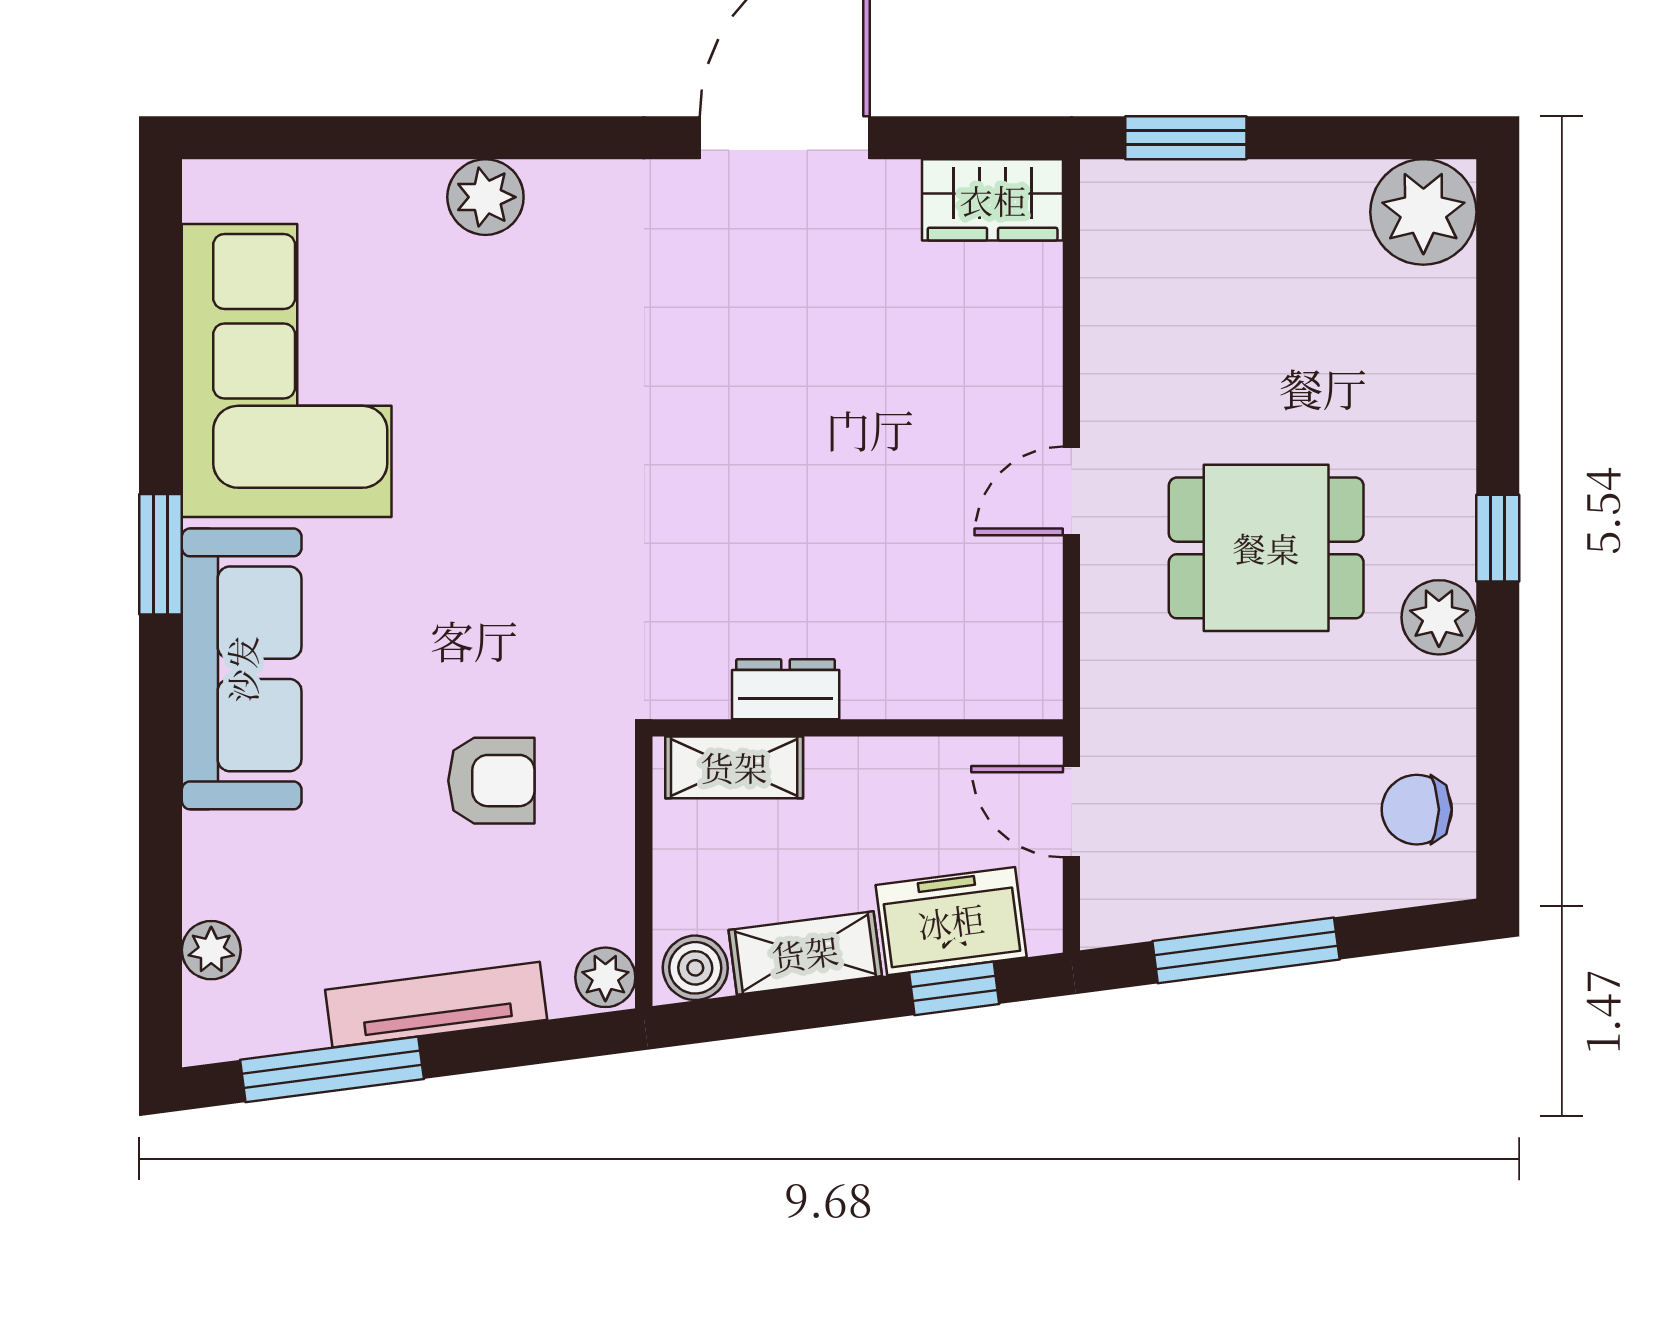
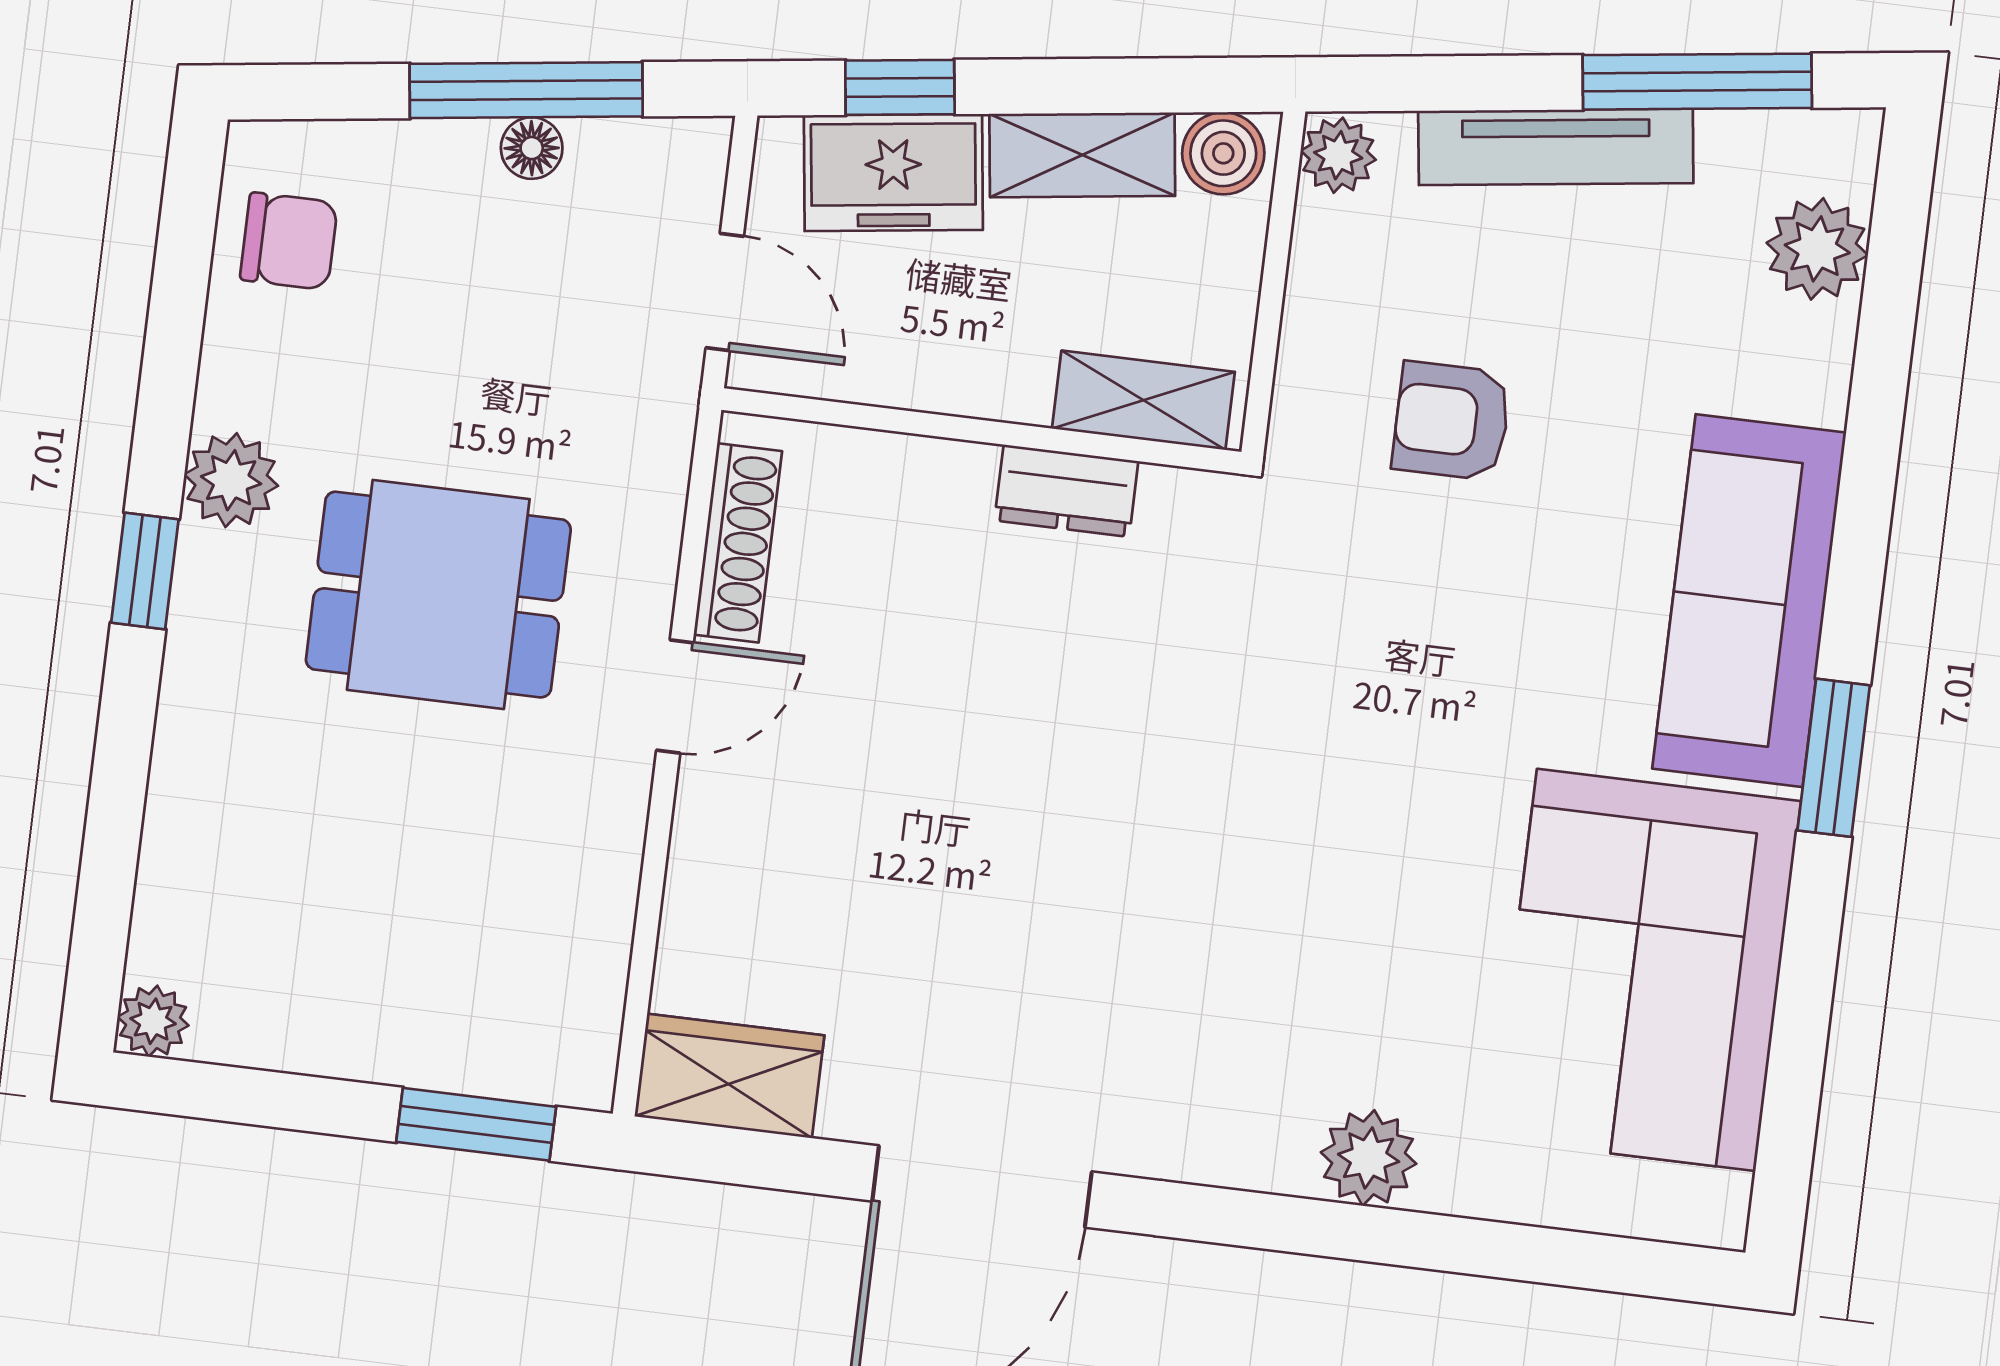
plant: (1423, 212) -> (153, 1021), width x0.53, depth x0.53
shoe rack: (1037, 617) -> (738, 543), added
floor lamp: (1236, 906) -> (532, 148), added
plant: (211, 950) -> (1817, 249), width x1.38, depth x1.38

